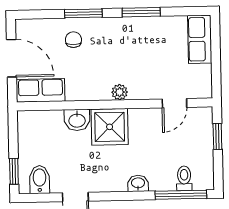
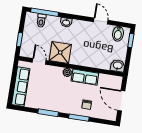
row of seats: (200, 39) -> (21, 87), width x1.48
row of seats: (40, 90) -> (85, 77), moved
door: (174, 103) -> (39, 61), hinge flipped
washbasin: (77, 120) -> (118, 66), moved
shower: (110, 127) -> (60, 52), moved

